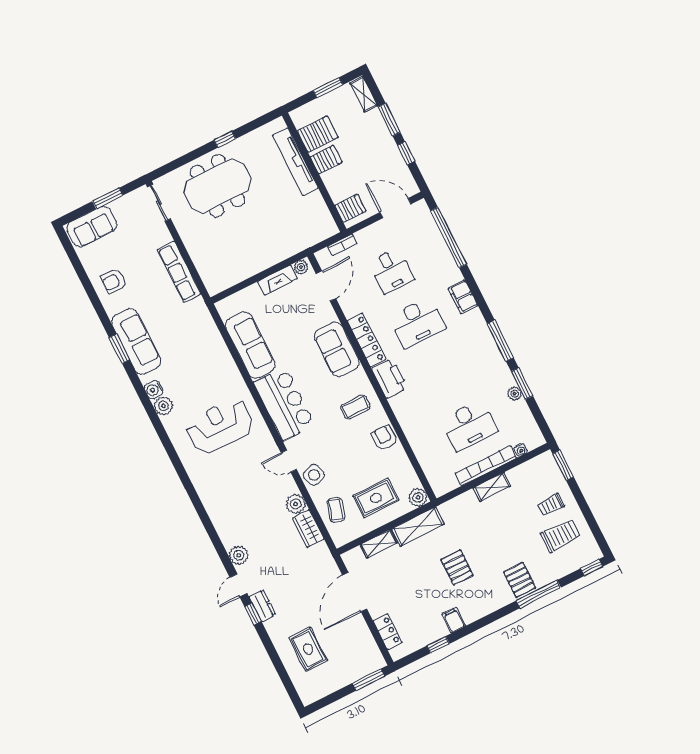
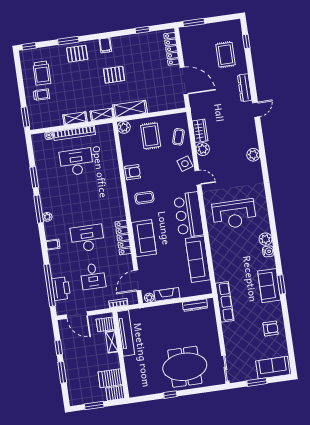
shelving: (364, 94) -> (112, 342), moved
server rack: (326, 160) -> (115, 393), moved
tv unit: (295, 162) -> (126, 333), moved
desk: (391, 271) -> (93, 276), turned 180
row of seats: (179, 272) -> (225, 302), moved
dresser: (232, 278) -> (195, 305), added
filing cabinet: (463, 297) -> (53, 245), width x0.50
sofa: (136, 341) -> (269, 286), width x0.73
printer: (390, 378) -> (61, 289), moved, turned 180
plant: (515, 394) -> (47, 217), moved
armchair: (384, 438) -> (133, 172), turned -90
rug: (376, 498) -> (151, 136), turned 90
trolley: (561, 536) -> (42, 73), turned -90
shelving: (379, 544) -> (102, 115), moved
plant: (239, 555) -> (253, 155), moved
pallet: (457, 567) -> (114, 75), turned 90
pallet: (519, 580) -> (77, 54), turned 90
door: (355, 592) -> (184, 81), hinge flipped
window: (539, 594) -> (68, 41), width x0.69
dresser: (262, 606) -> (245, 88), width x1.44
window: (253, 614) -> (246, 41), moved
filing cabinet: (454, 620) -> (105, 45), moved
locker: (388, 632) -> (172, 49), width x1.53

